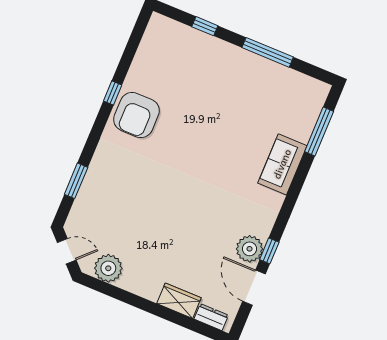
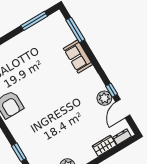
window: (268, 52) -> (34, 21), moved
door: (254, 288) -> (123, 109), hinge flipped

